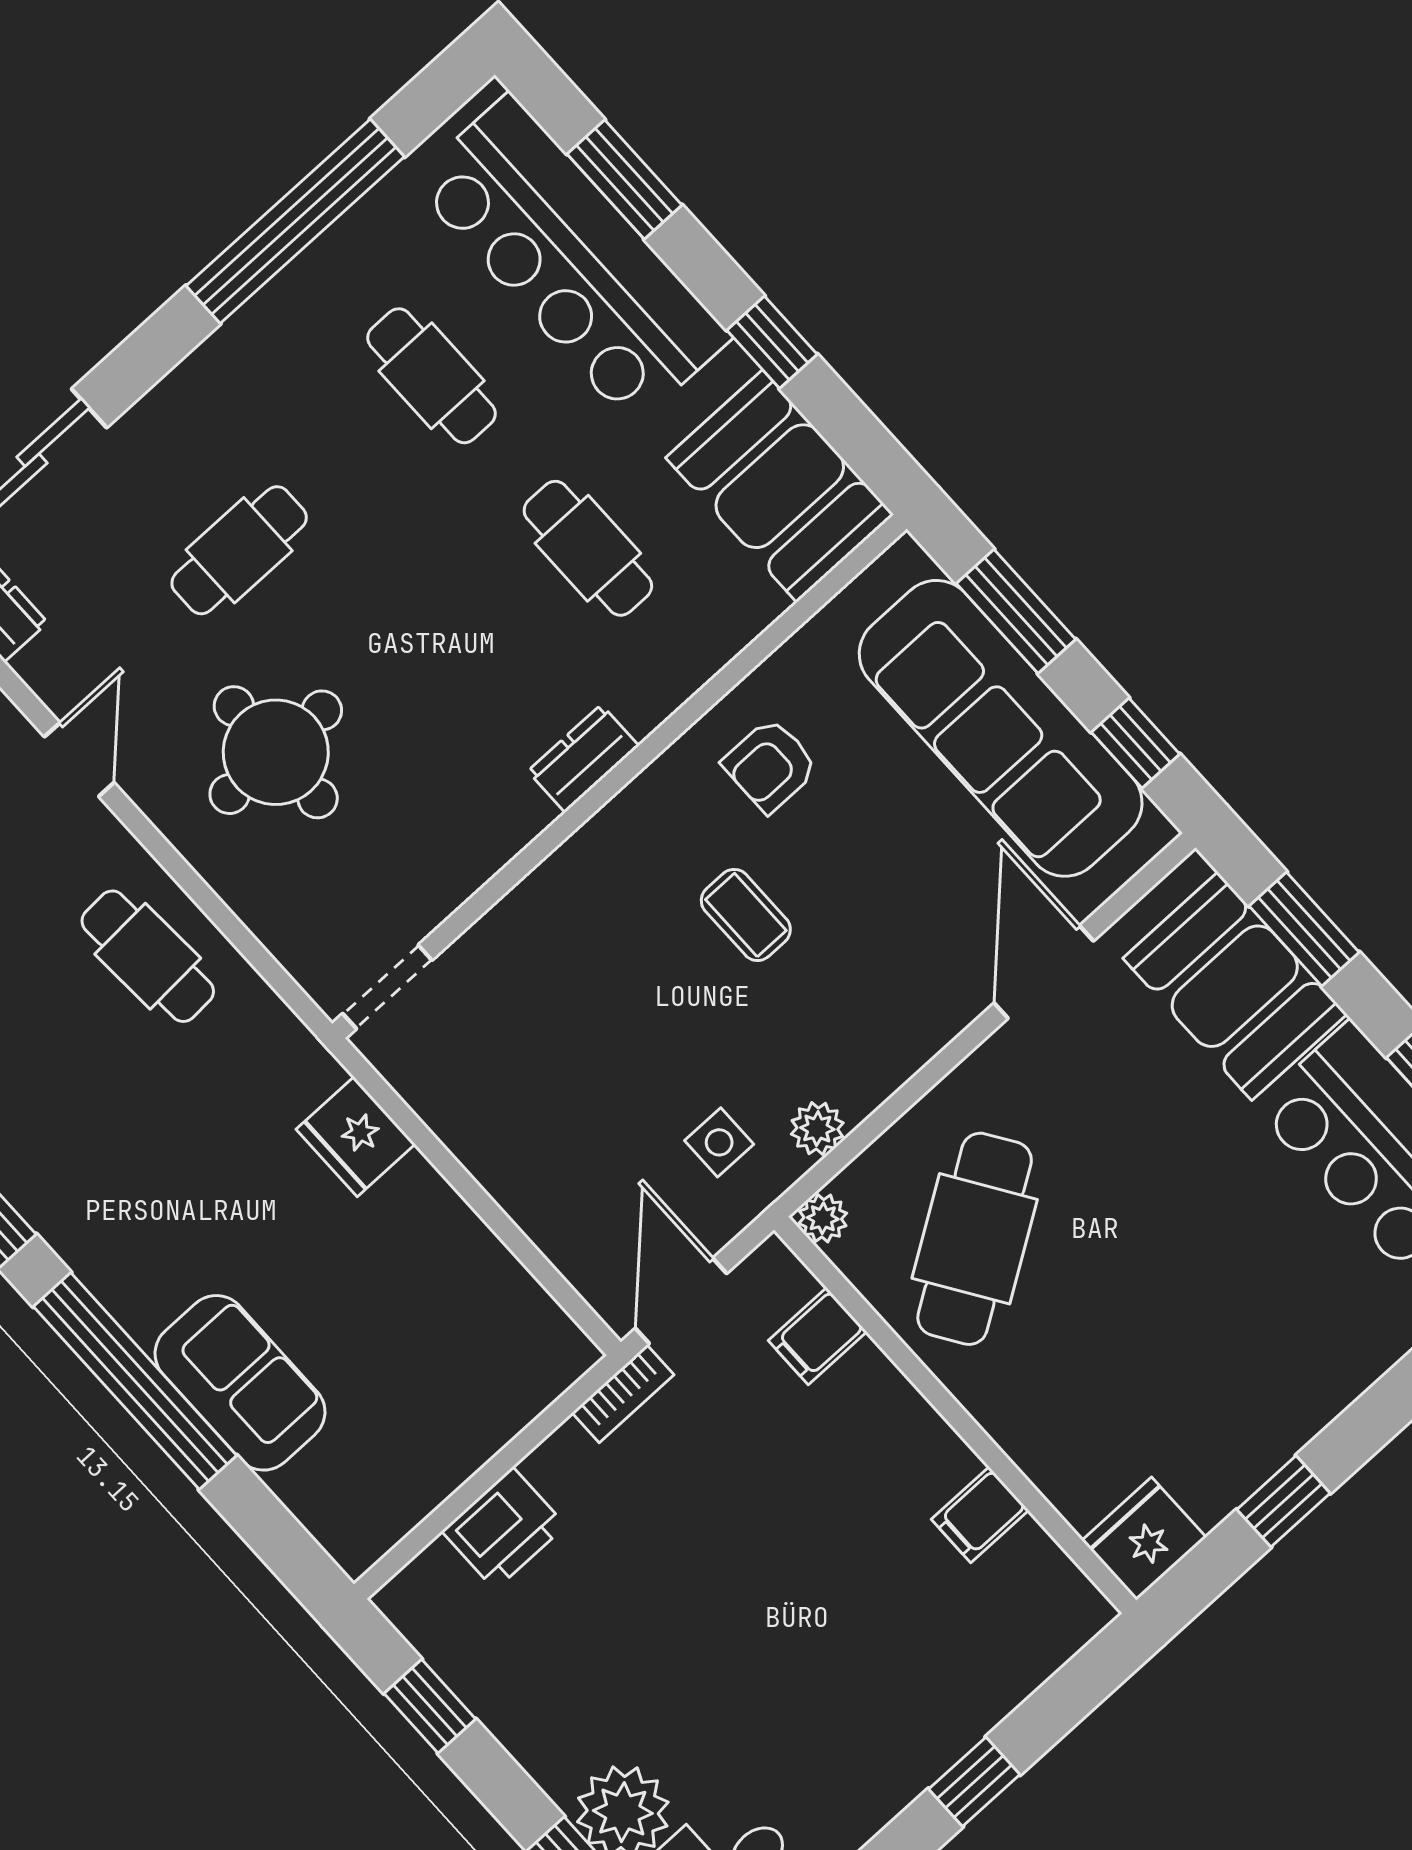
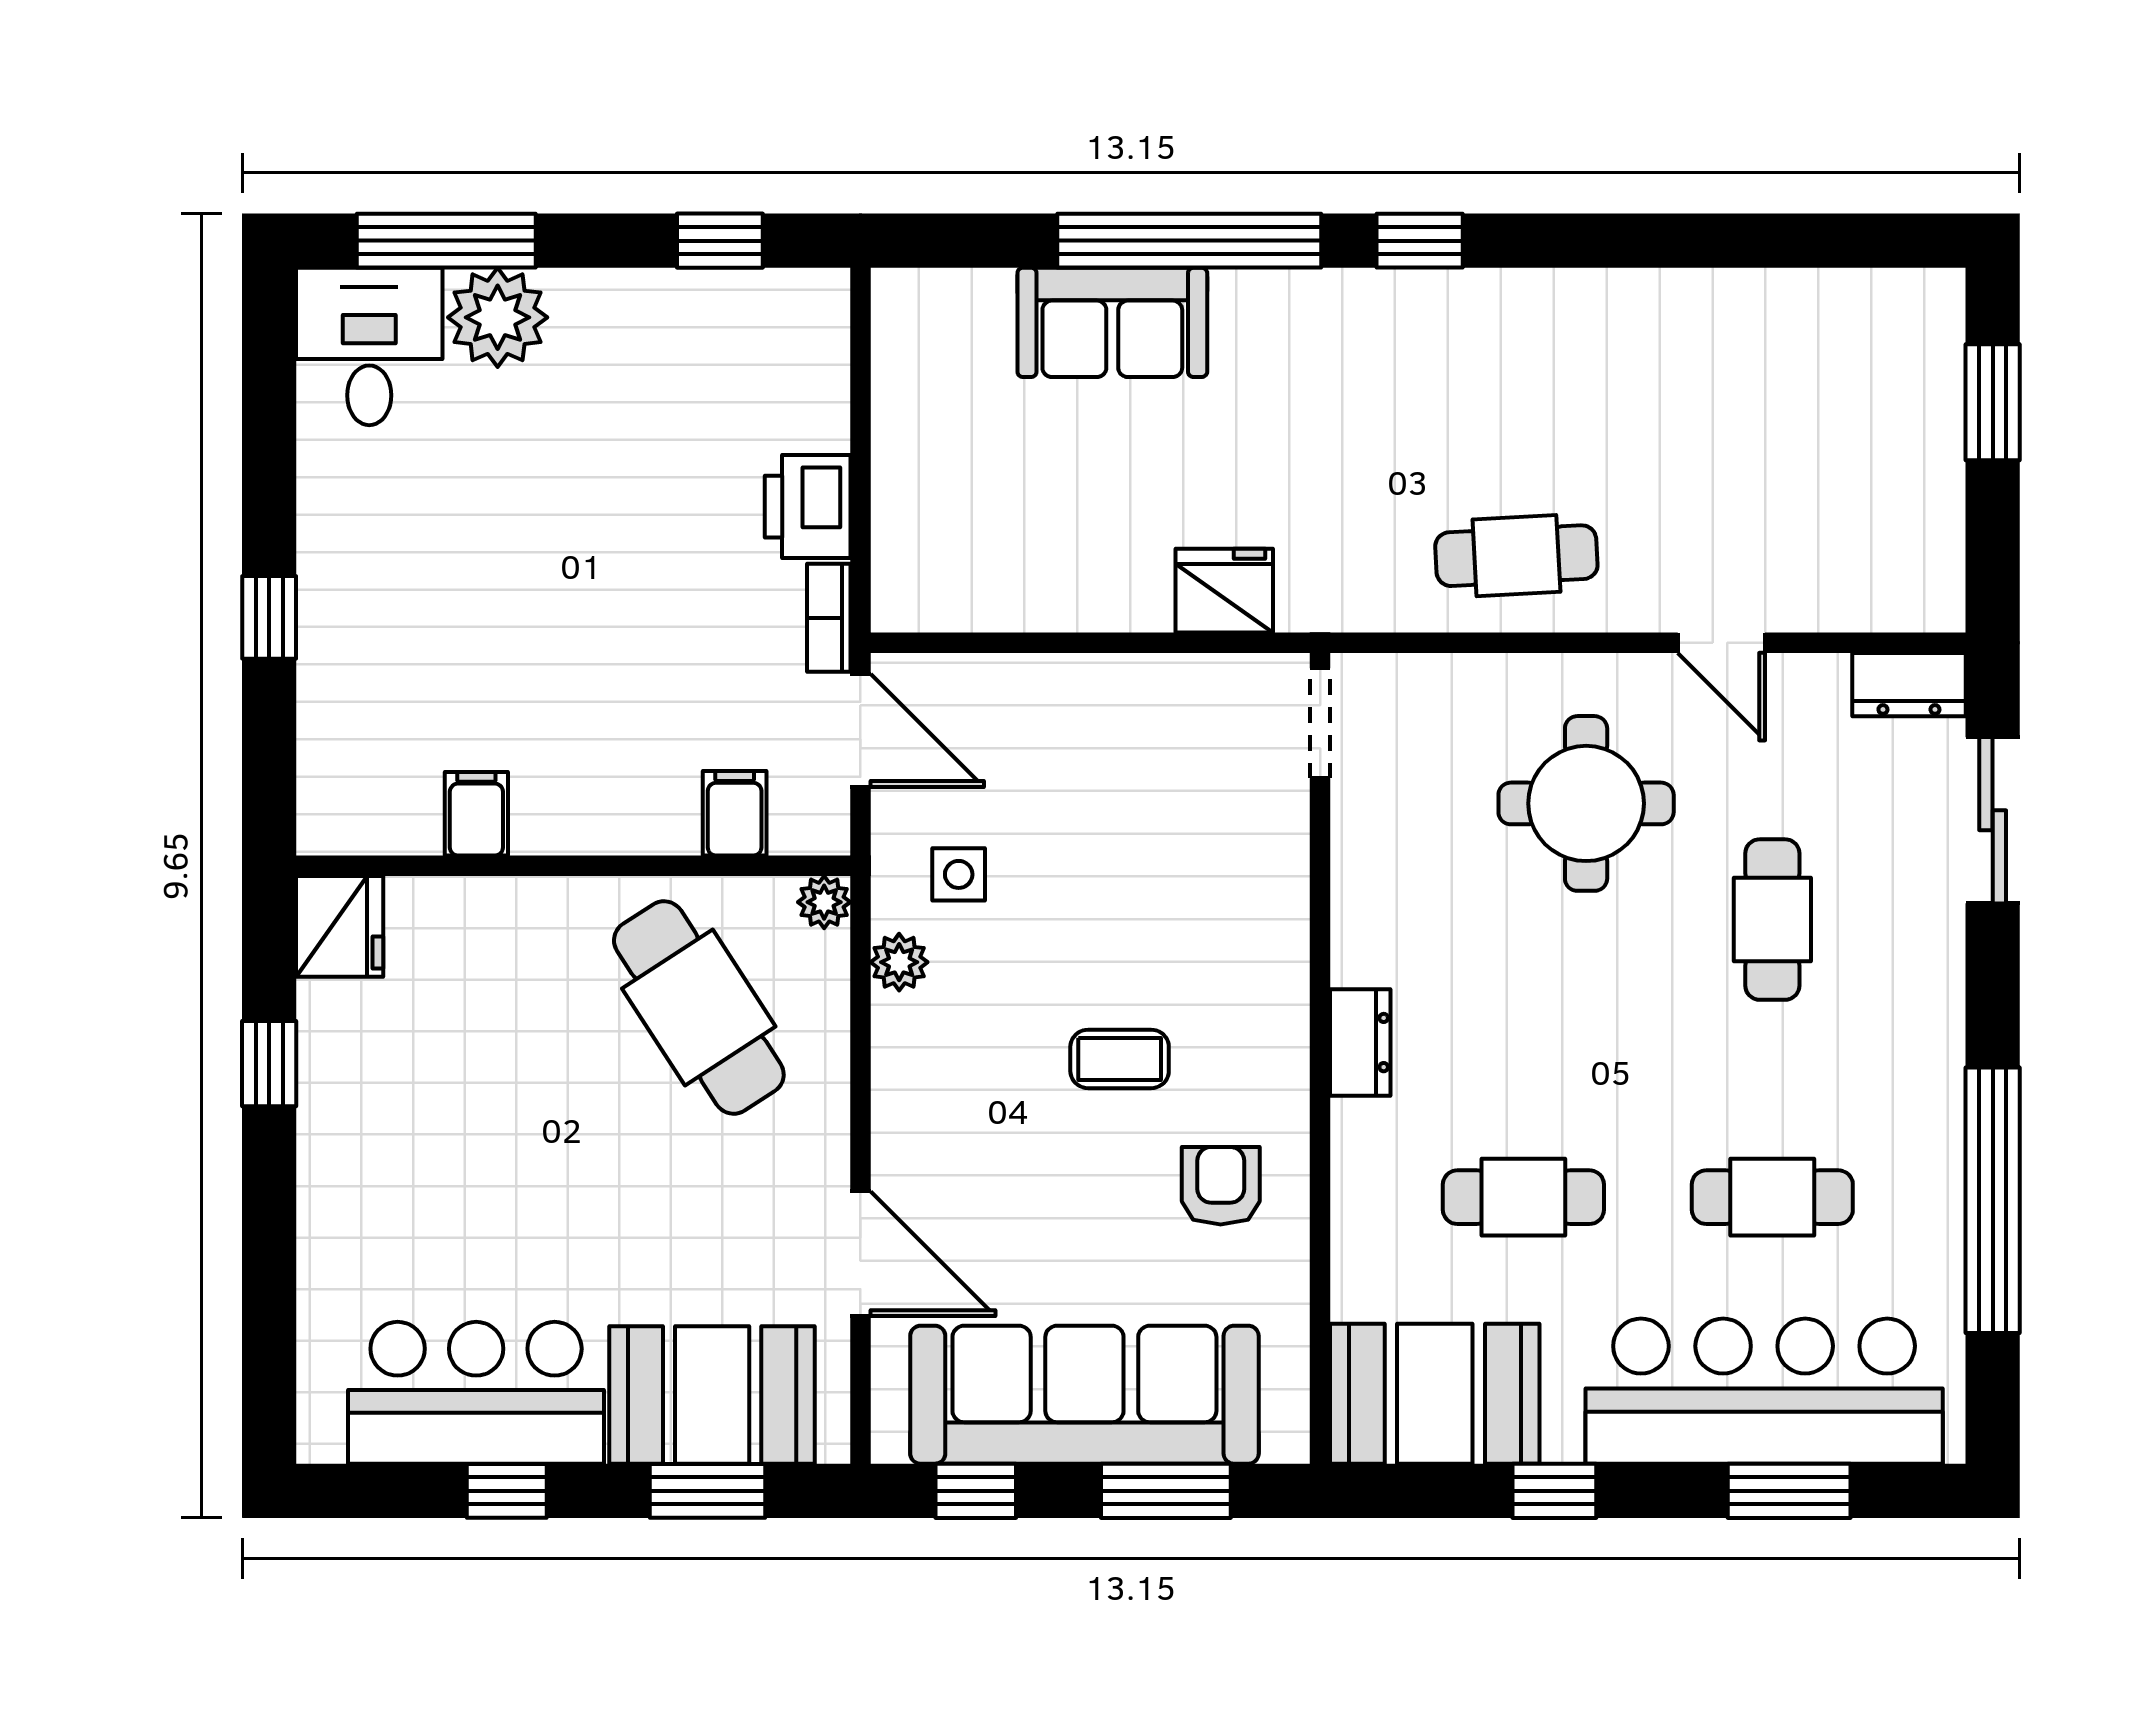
printer: (504, 1528) -> (808, 507), moved

